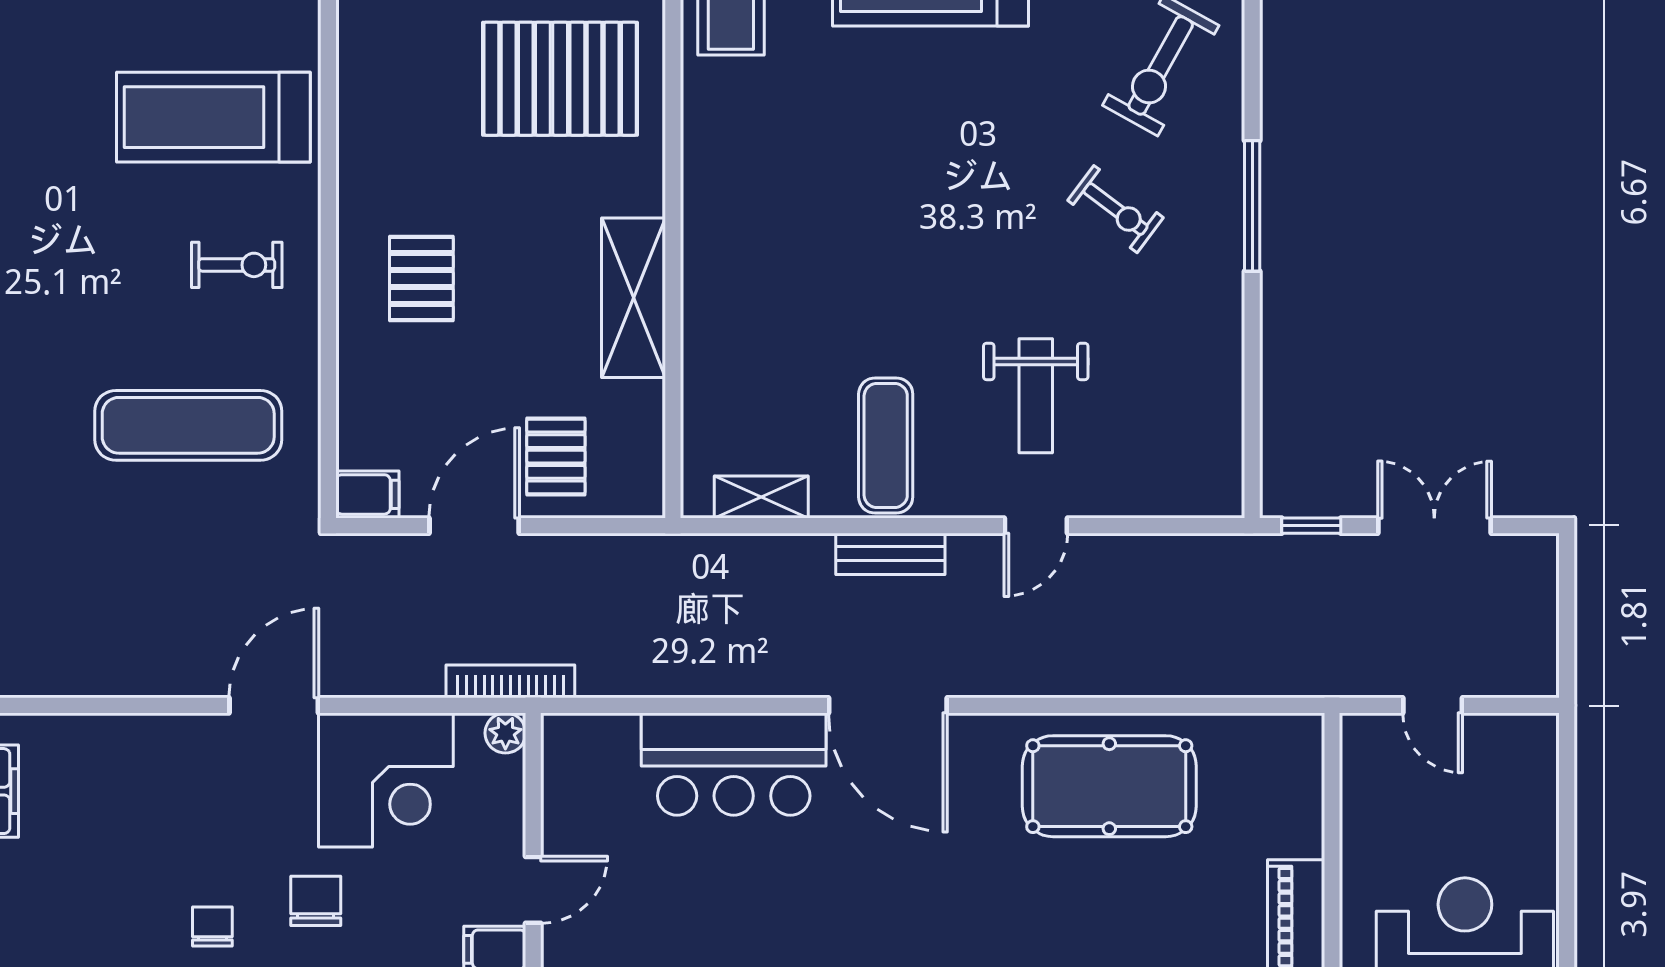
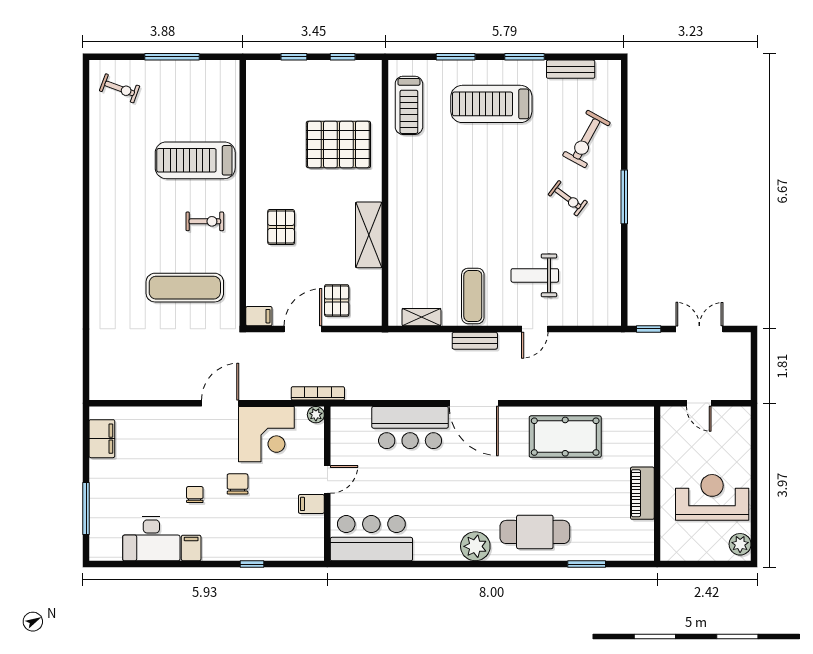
weight bench: (1036, 396) -> (535, 275), turned 90

